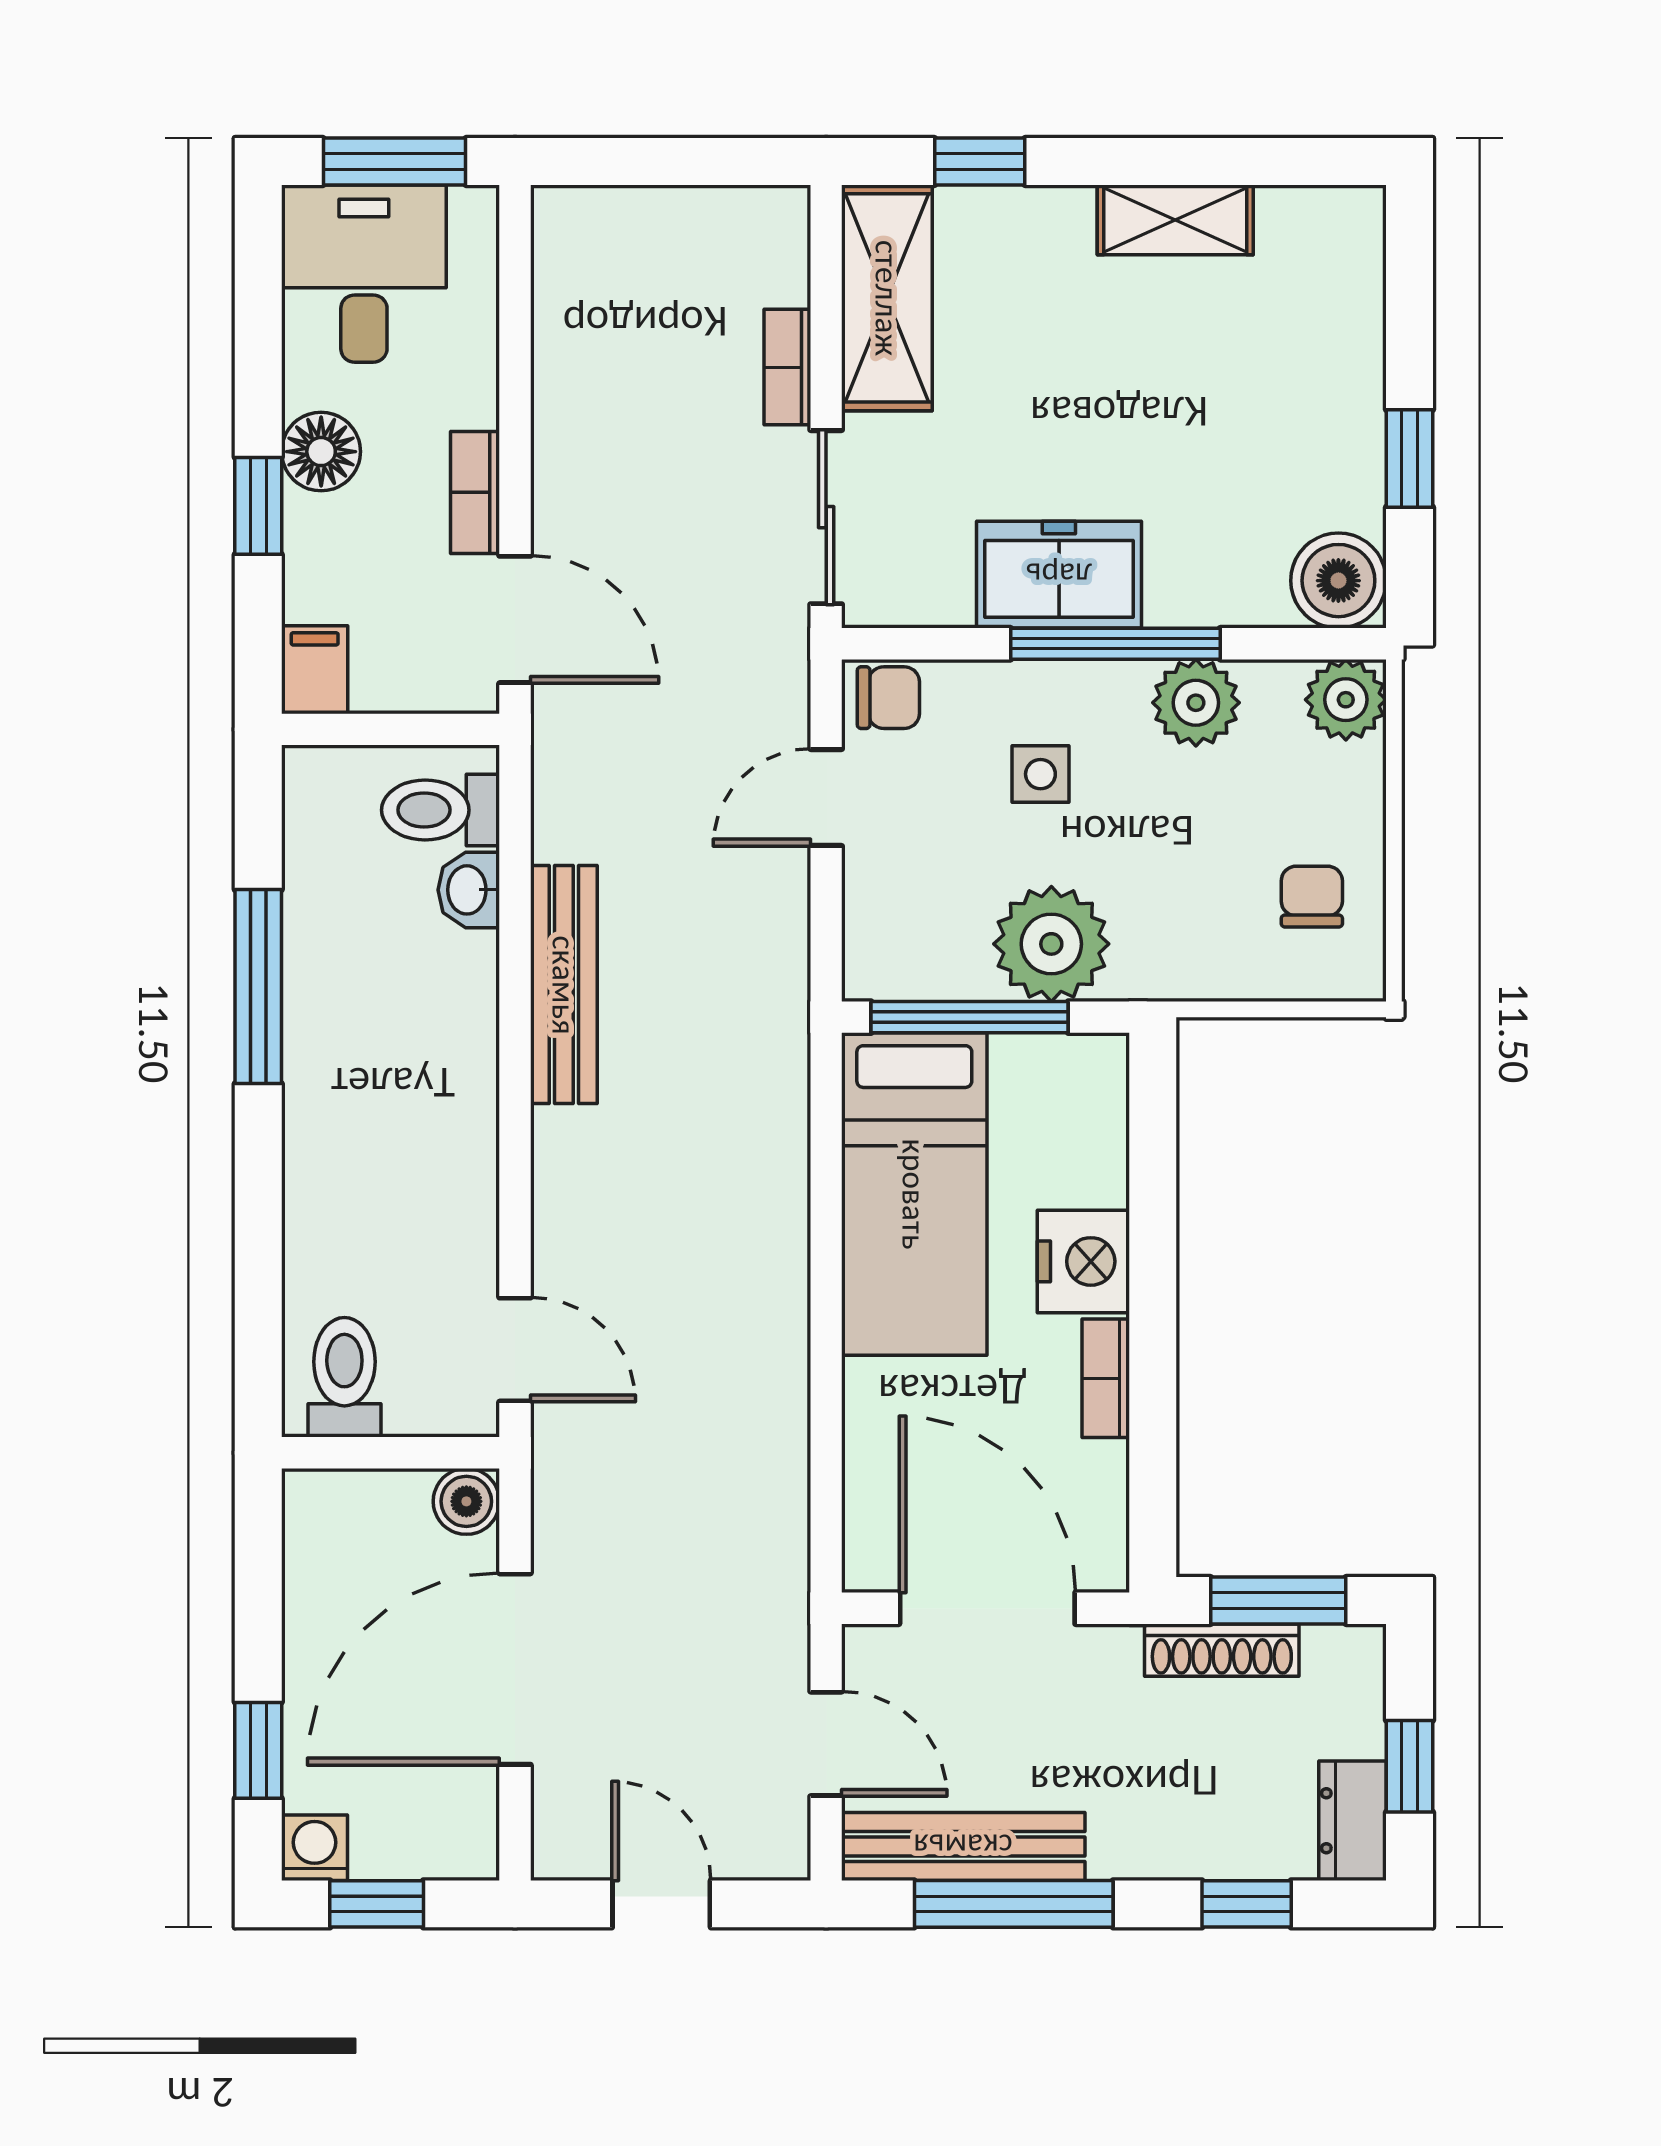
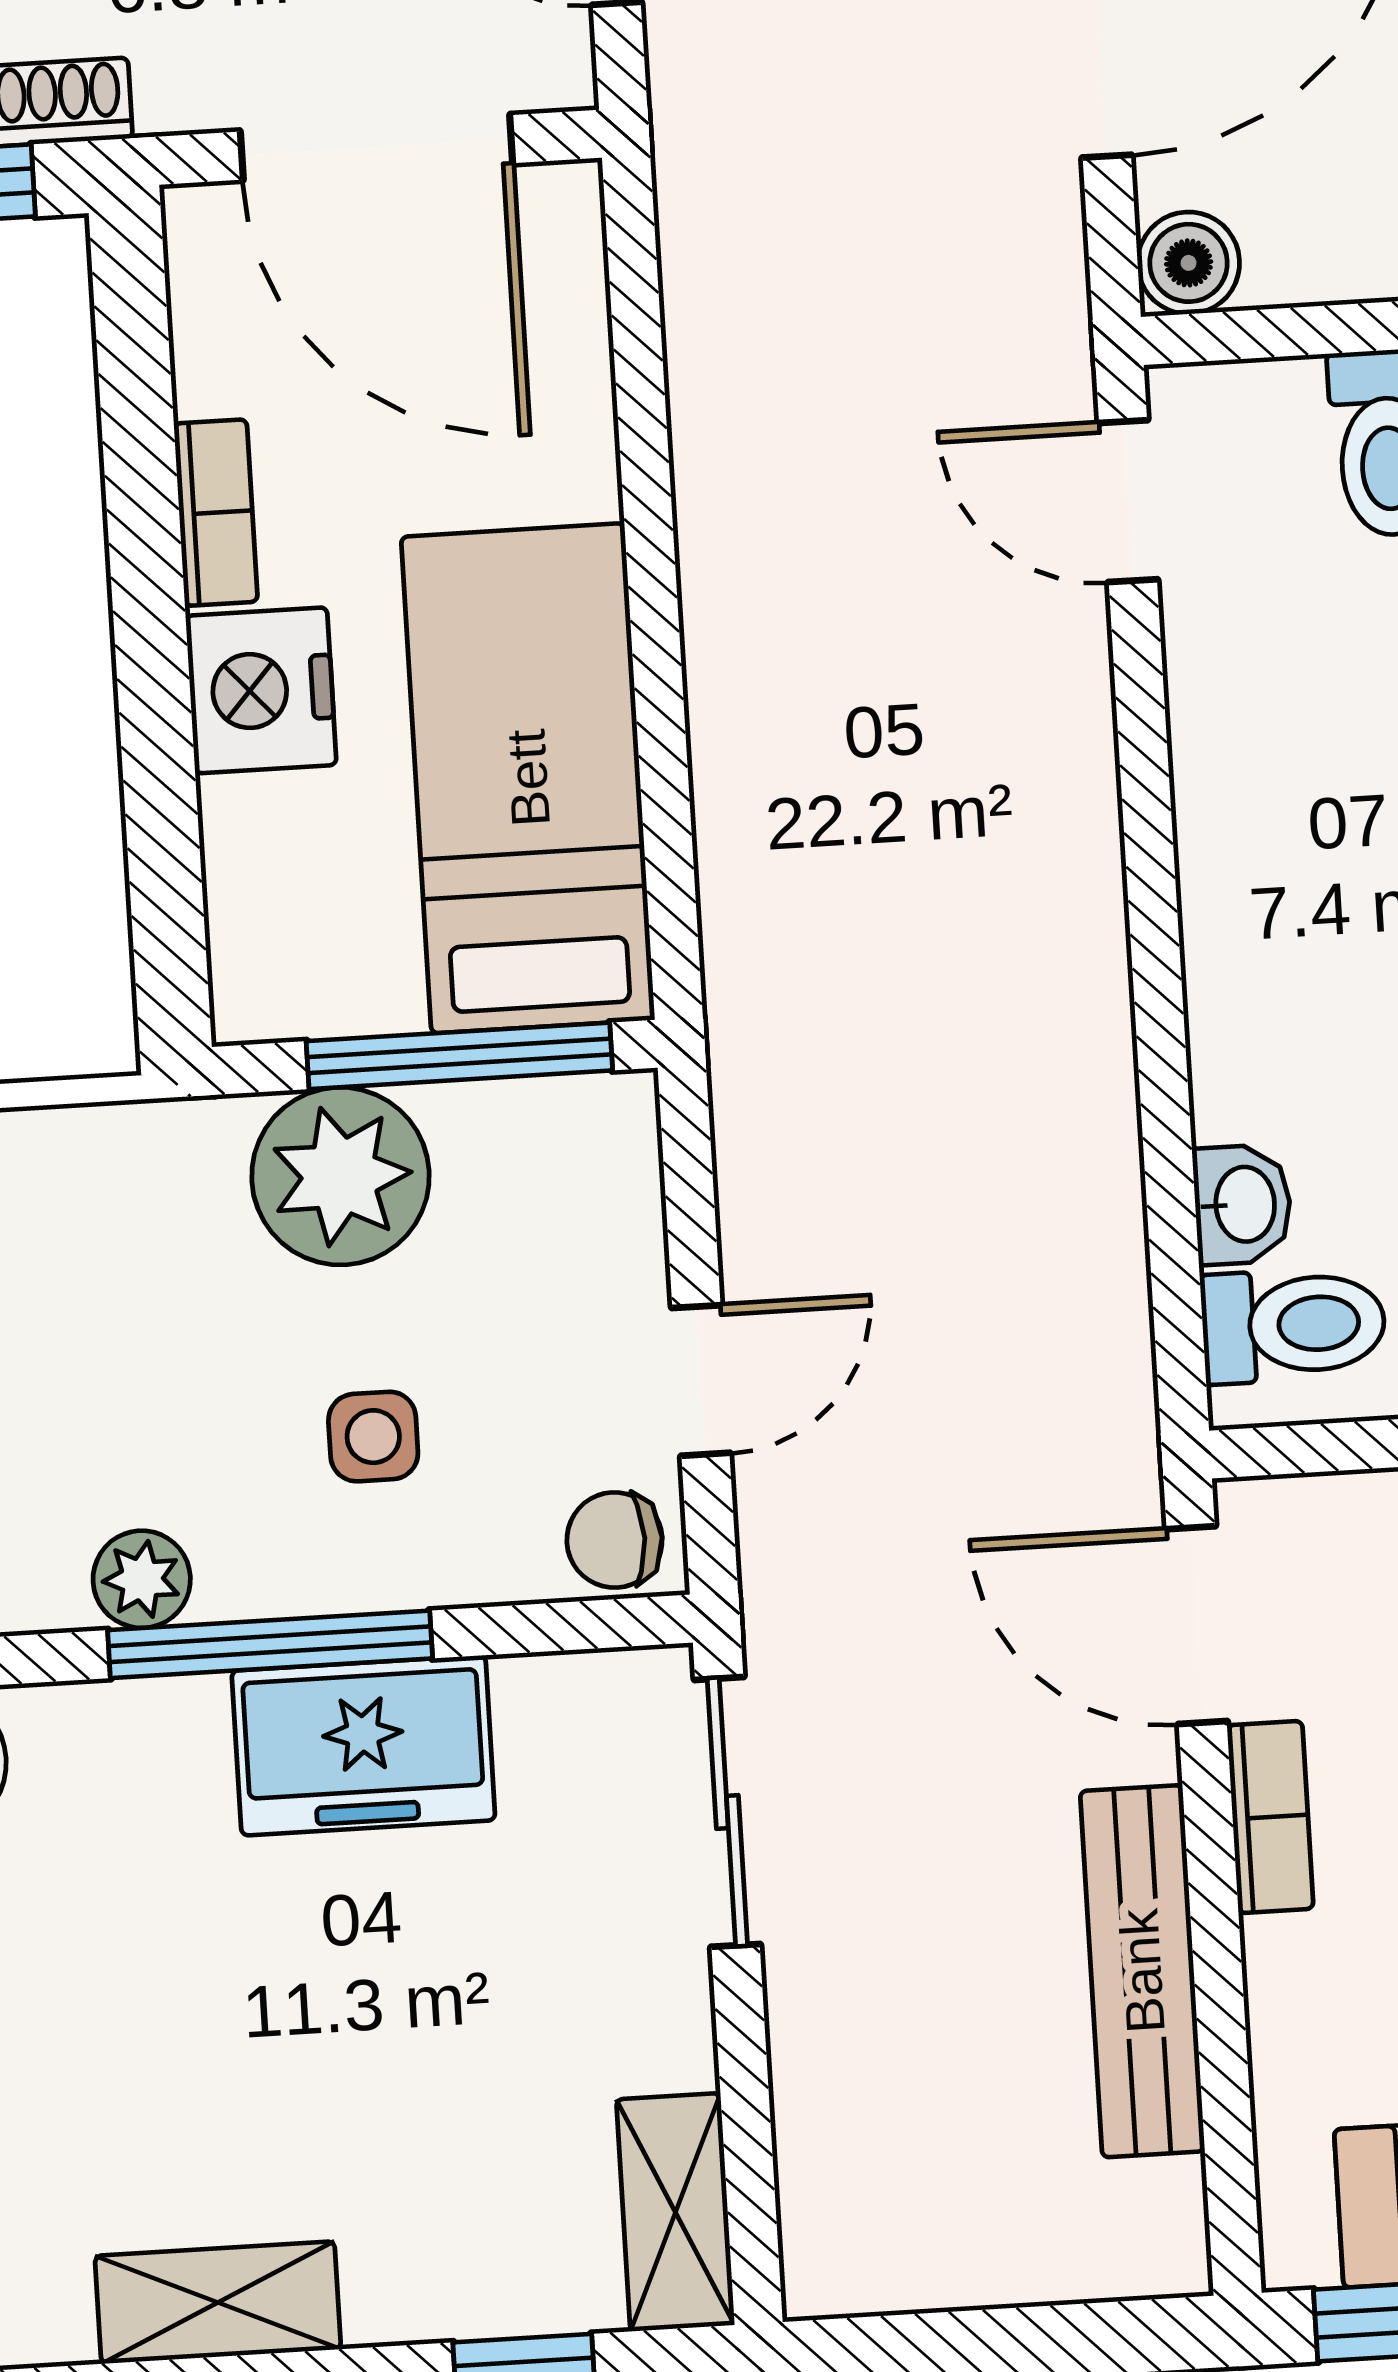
shelving: (887, 298) -> (675, 2212), width x0.67, depth x0.75
bookcase: (787, 367) -> (801, 2039), removed
plant: (1196, 703) -> (142, 1579), width x0.73, depth x0.73
bench: (564, 985) -> (1142, 1971), moved

